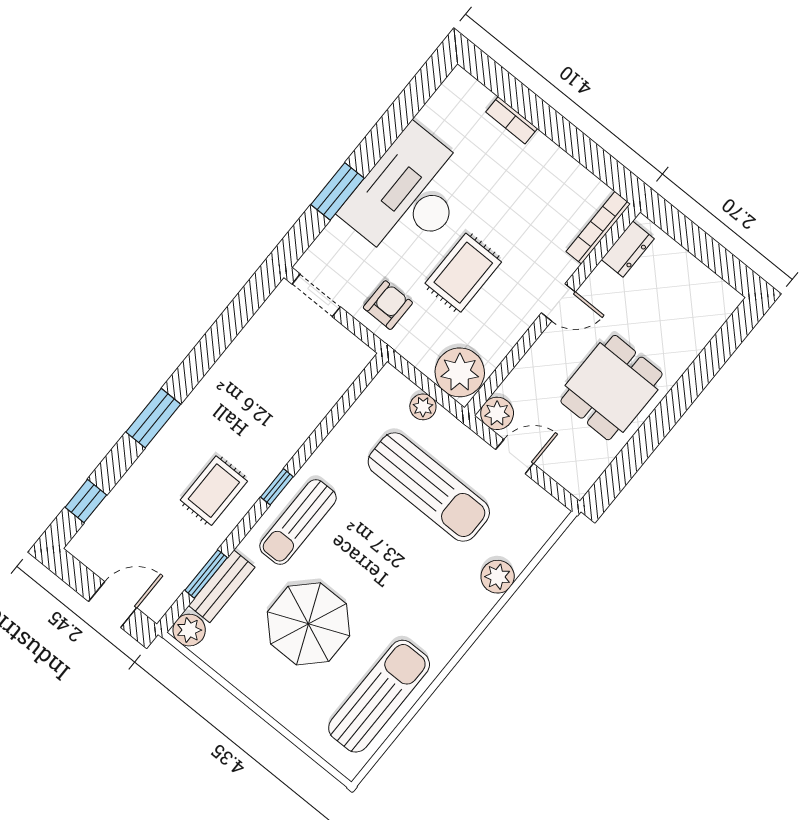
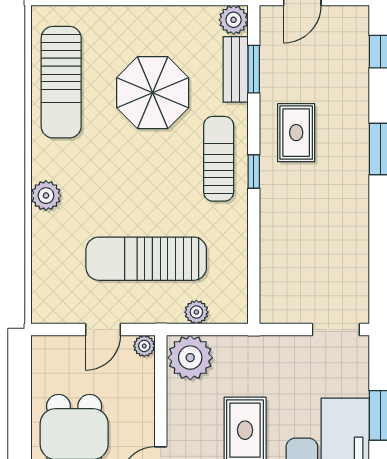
armchair: (388, 305) -> (280, 364), removed
plant: (497, 413) -> (144, 346), width x0.73, depth x0.73
plant: (498, 577) -> (46, 196), moved

